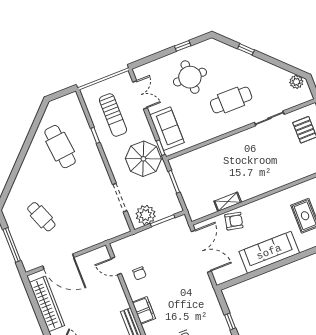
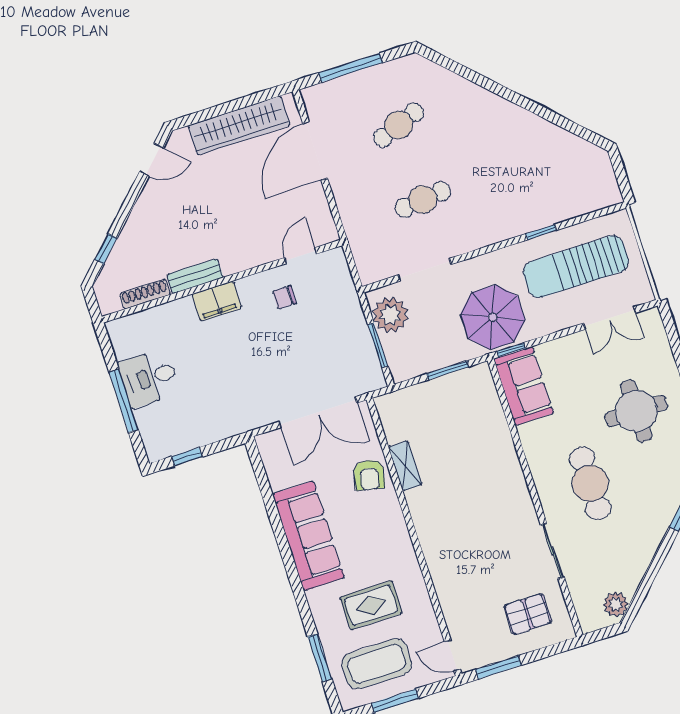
sun lounger: (113, 115) -> (576, 267), width x1.36, depth x1.34
sofa: (167, 129) -> (524, 386), moved, turned -90
cafe table: (60, 147) -> (423, 200), moved, width x0.73, depth x0.74

